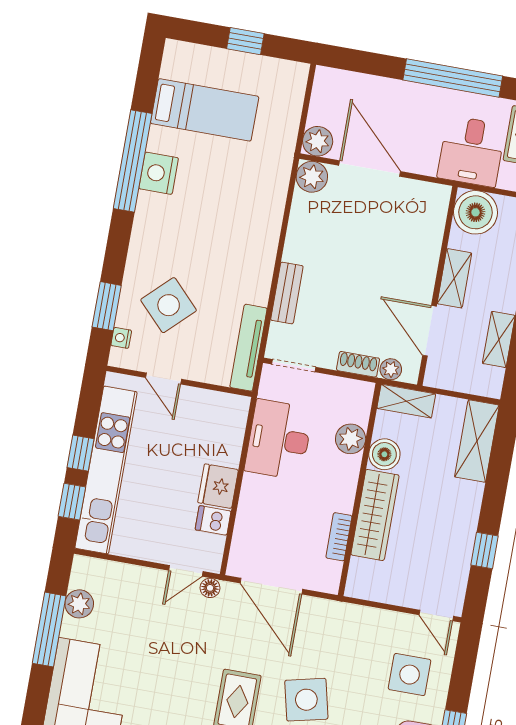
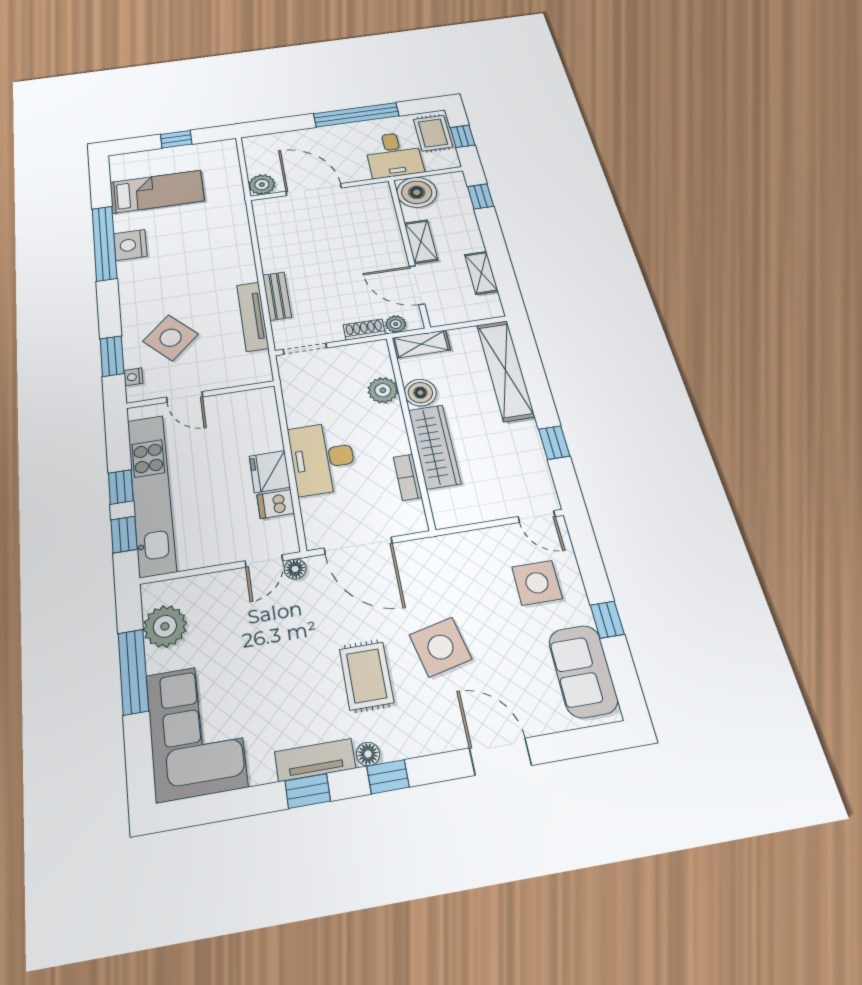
plant: (312, 177) -> (266, 209), removed
tv unit: (248, 348) -> (253, 316), moved
desk: (279, 440) -> (322, 458), moved
shelving: (477, 441) -> (505, 370), width x1.47
plant: (79, 604) -> (165, 626), width x1.36, depth x1.36

